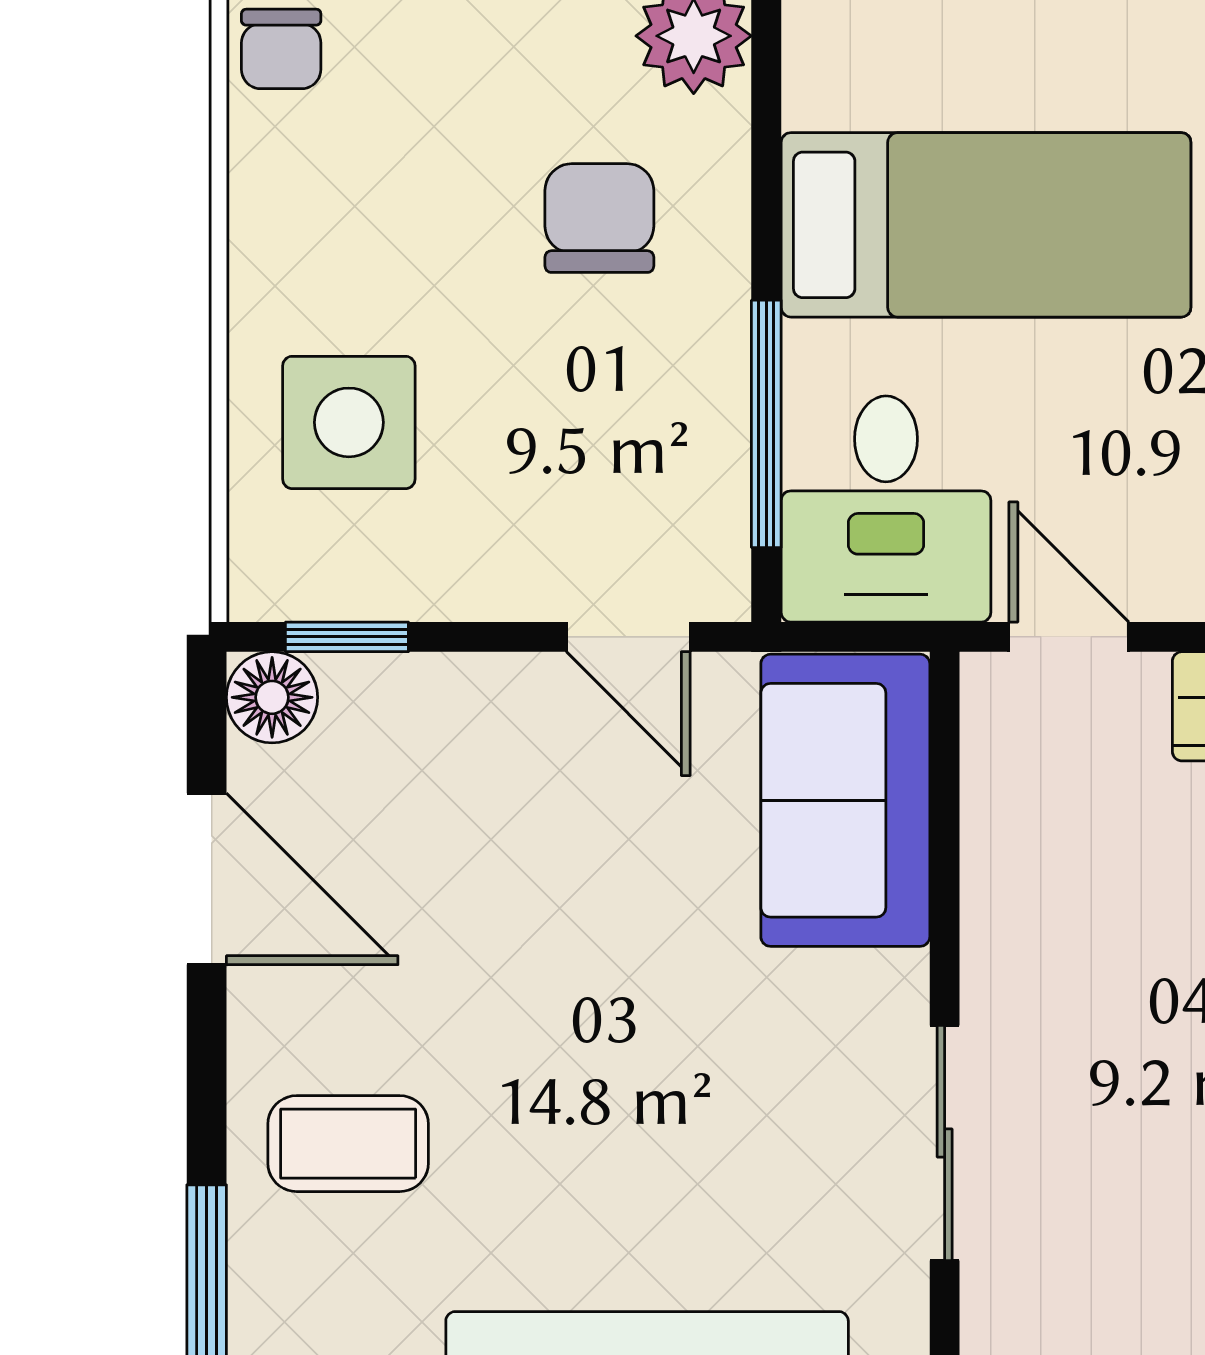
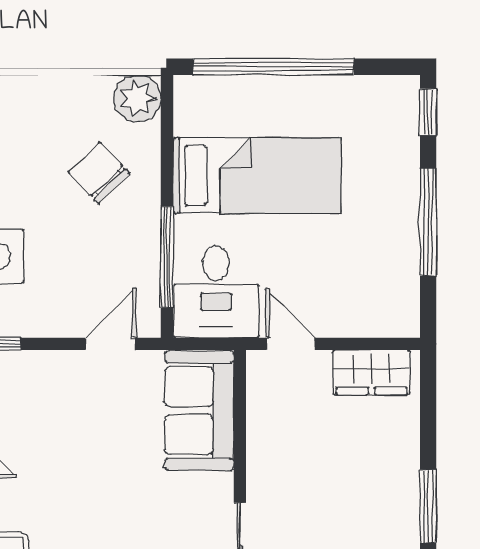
chair: (599, 218) -> (99, 173), turned -44
door: (628, 637) -> (111, 344), swing flipped

